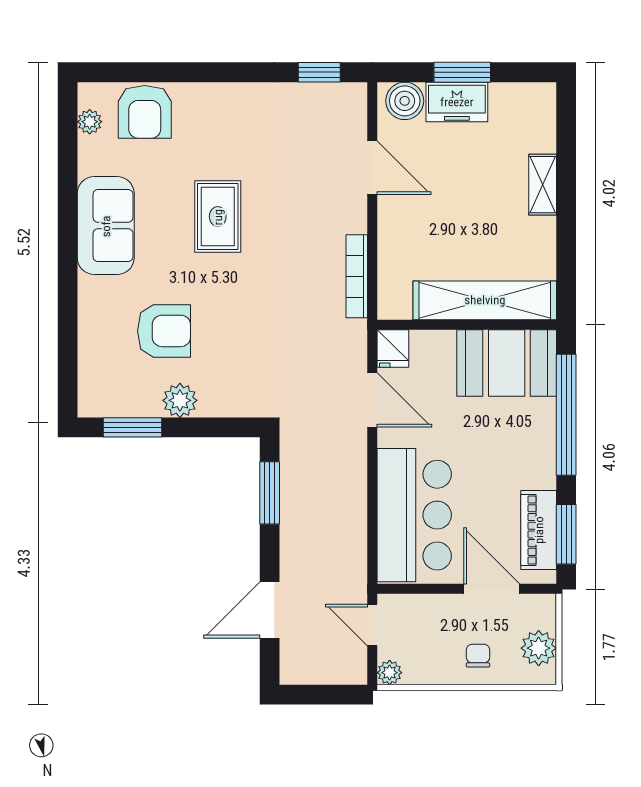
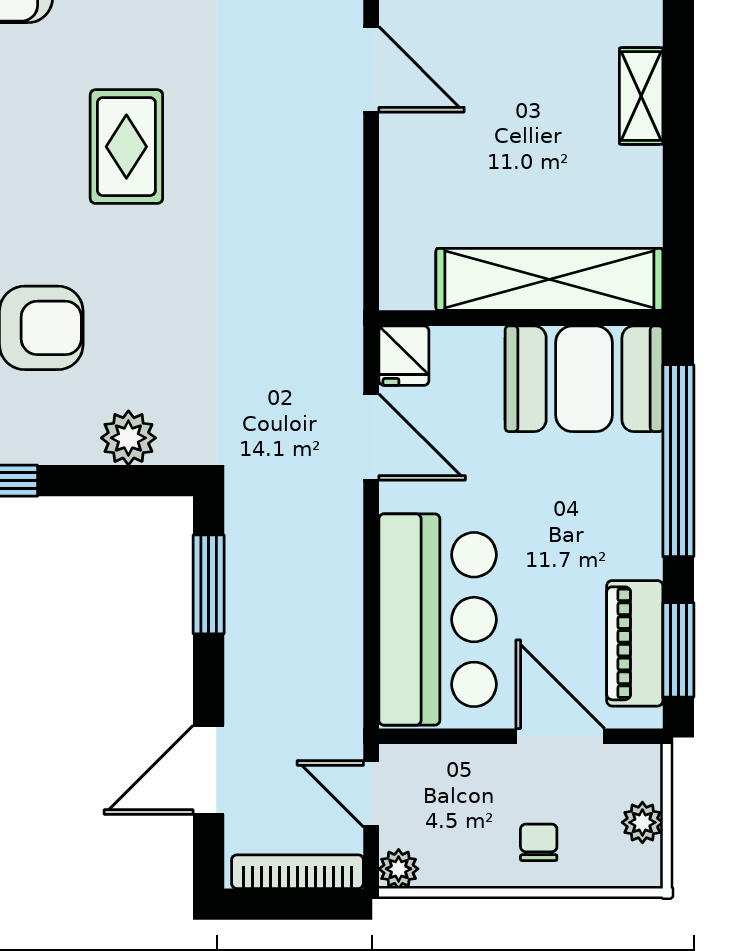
bookcase: (357, 276) -> (298, 872), moved, turned 90
plant: (180, 400) -> (128, 438), moved
plant: (539, 648) -> (642, 822), width x0.73, depth x0.73

